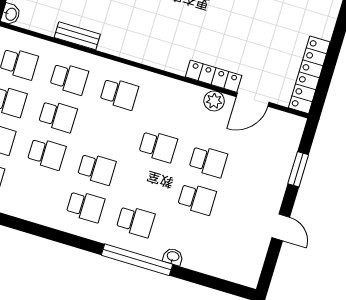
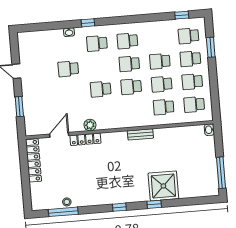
bench: (77, 36) -> (140, 134), moved
school desk: (119, 94) -> (131, 87), moved
plant: (214, 101) -> (90, 125), moved
school desk: (208, 161) -> (70, 92), removed
window: (137, 260) -> (88, 23), width x0.32

